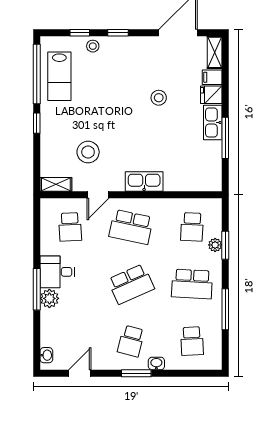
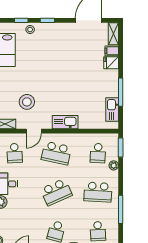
stool: (159, 98) -> (75, 65), removed
kitchen sink: (213, 122) -> (112, 109), moved
window: (225, 245) -> (121, 148), moved

